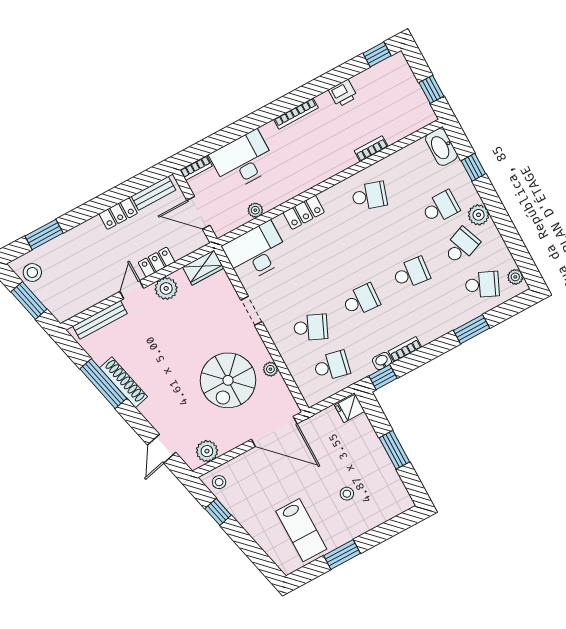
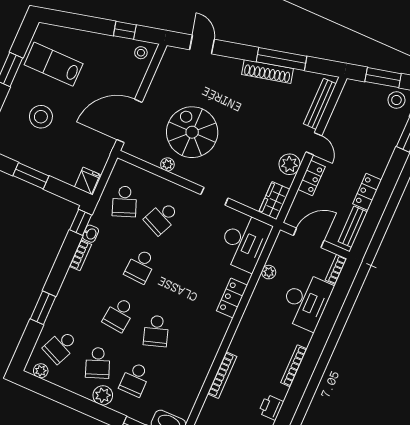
bookcase: (371, 149) -> (222, 375), width x1.56
school desk: (369, 196) -> (156, 331), moved, turned -36
school desk: (332, 366) -> (125, 201), turned -33
plant: (207, 451) -> (167, 68), removed
stool: (347, 494) -> (41, 117), width x1.89, depth x1.89

